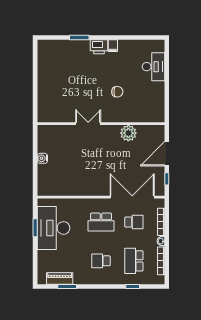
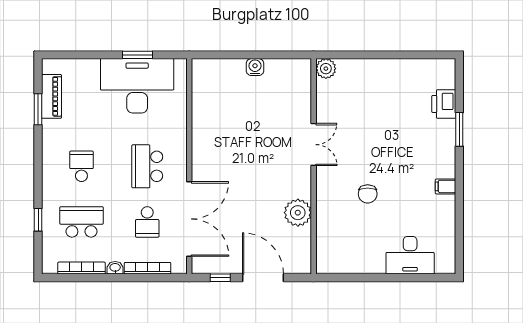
printer: (99, 47) -> (444, 104), moved
plant: (43, 116) -> (326, 69), added

